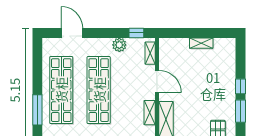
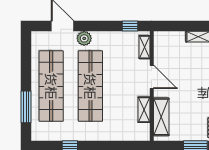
plant: (119, 45) -> (84, 38), moved

